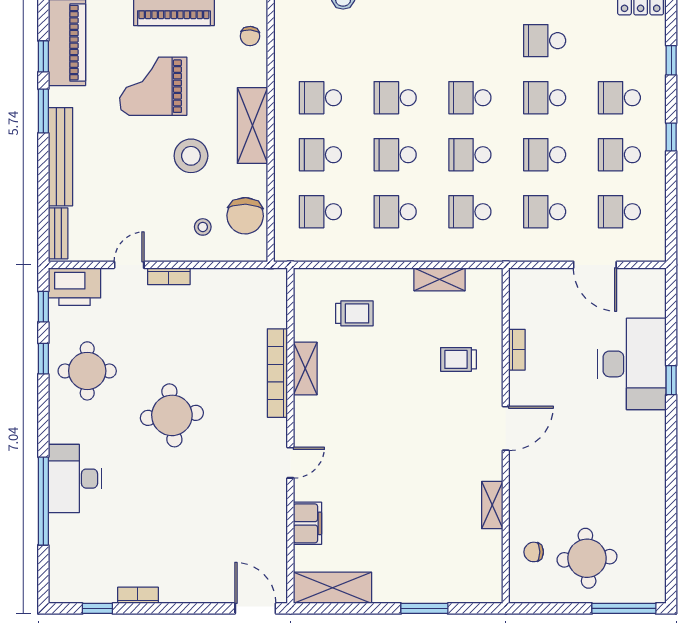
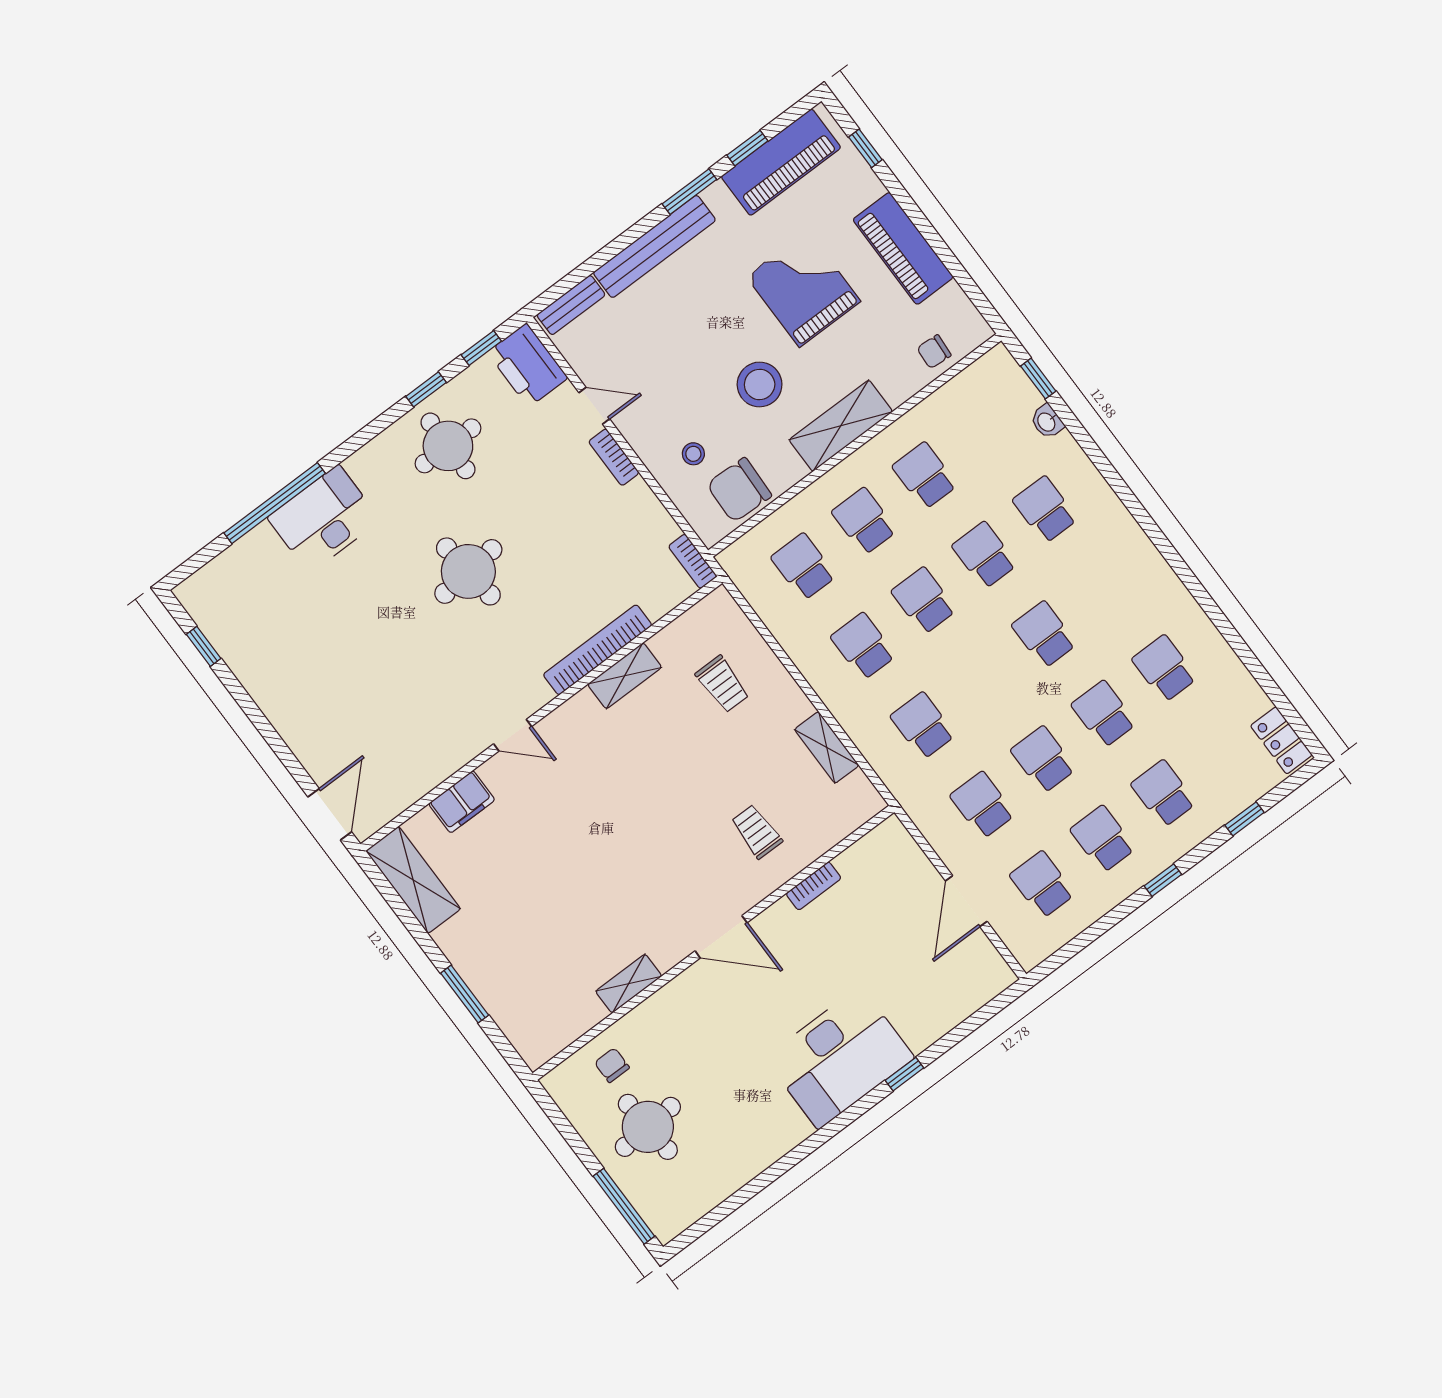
school desk: (470, 155) -> (1045, 510), moved
desk: (632, 364) -> (839, 1058), moved
bookcase: (138, 595) -> (693, 561), moved, turned 180

